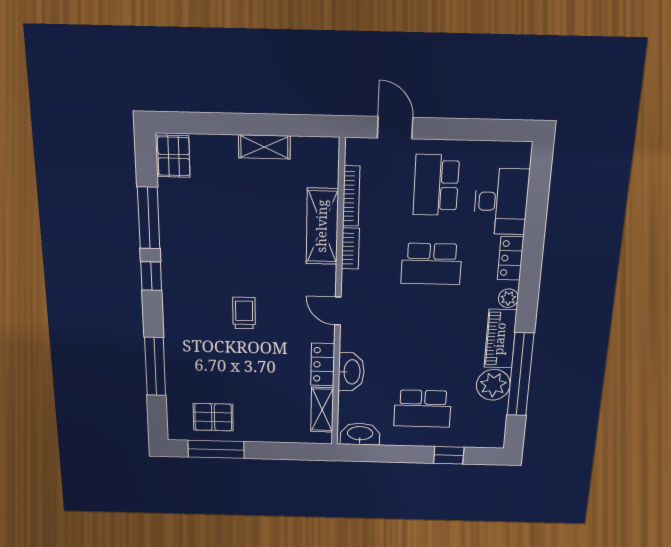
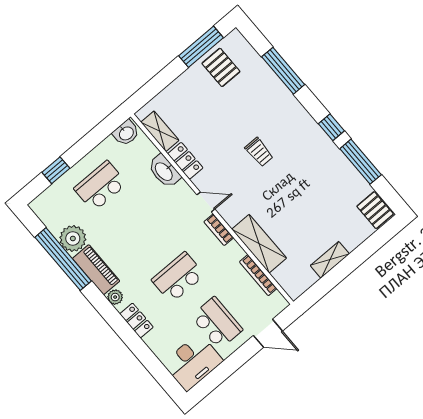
desk: (501, 202) -> (193, 362), moved, turned -90
bookcase: (350, 249) -> (219, 230), moved
pallet: (213, 417) -> (221, 67), turned 90
washbasin: (360, 434) -> (126, 133), width x0.72

